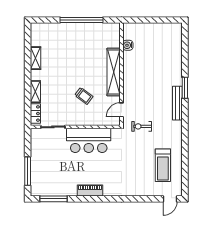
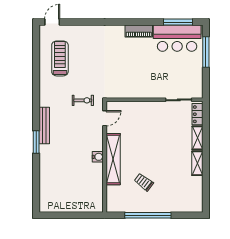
water cooler: (128, 45) -> (98, 157), moved
shelving: (36, 58) -> (197, 163), moved
trolley: (84, 96) -> (144, 182), moved
bar counter: (89, 140) -> (177, 38), moved, turned 180

